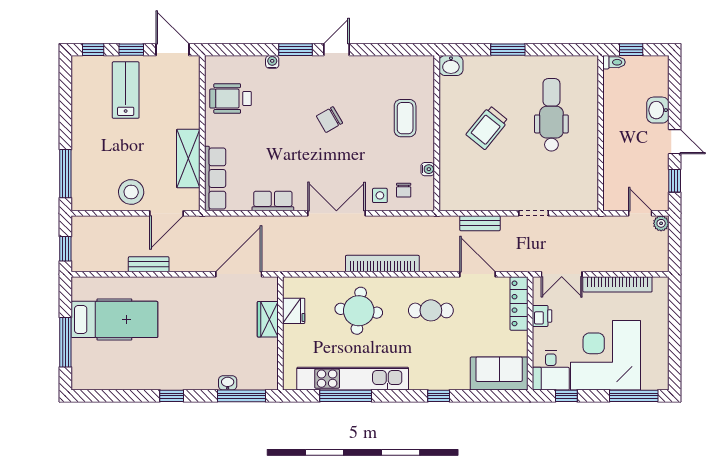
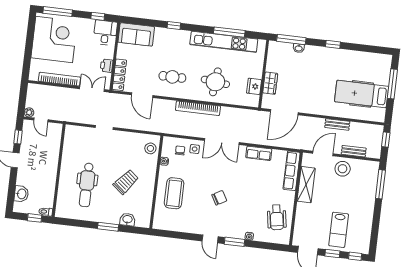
door: (336, 50) -> (210, 239), hinge flipped
washbasin: (451, 66) -> (127, 220), moved
wheelchair: (231, 99) -> (277, 217), turned 81
washbasin: (658, 110) -> (21, 194), moved
coffee table: (405, 118) -> (174, 193), width x1.36, depth x1.32
stool: (453, 188) -> (150, 148), added
bench: (480, 223) -> (354, 151), moved
corner desk: (606, 355) -> (54, 39), moved, turned -90

